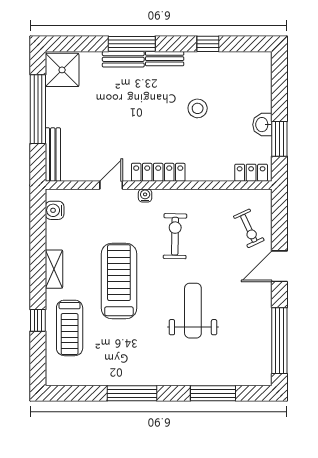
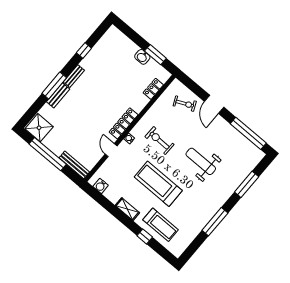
stool: (198, 108) -> (110, 80), removed
locker: (251, 173) -> (153, 89), moved

